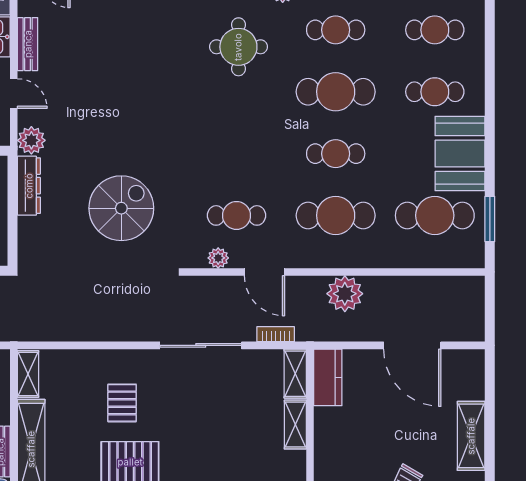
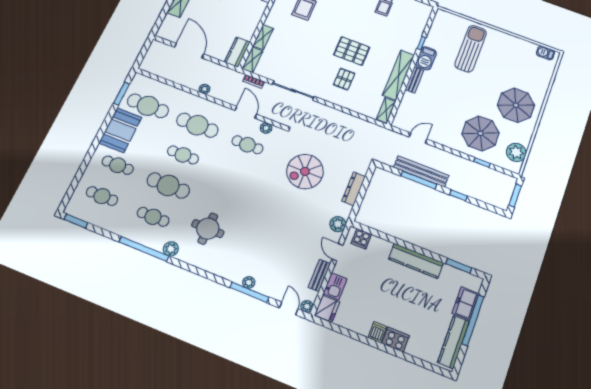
dresser: (29, 186) -> (354, 189), moved
plant: (345, 294) -> (204, 89), width x0.53, depth x0.53

